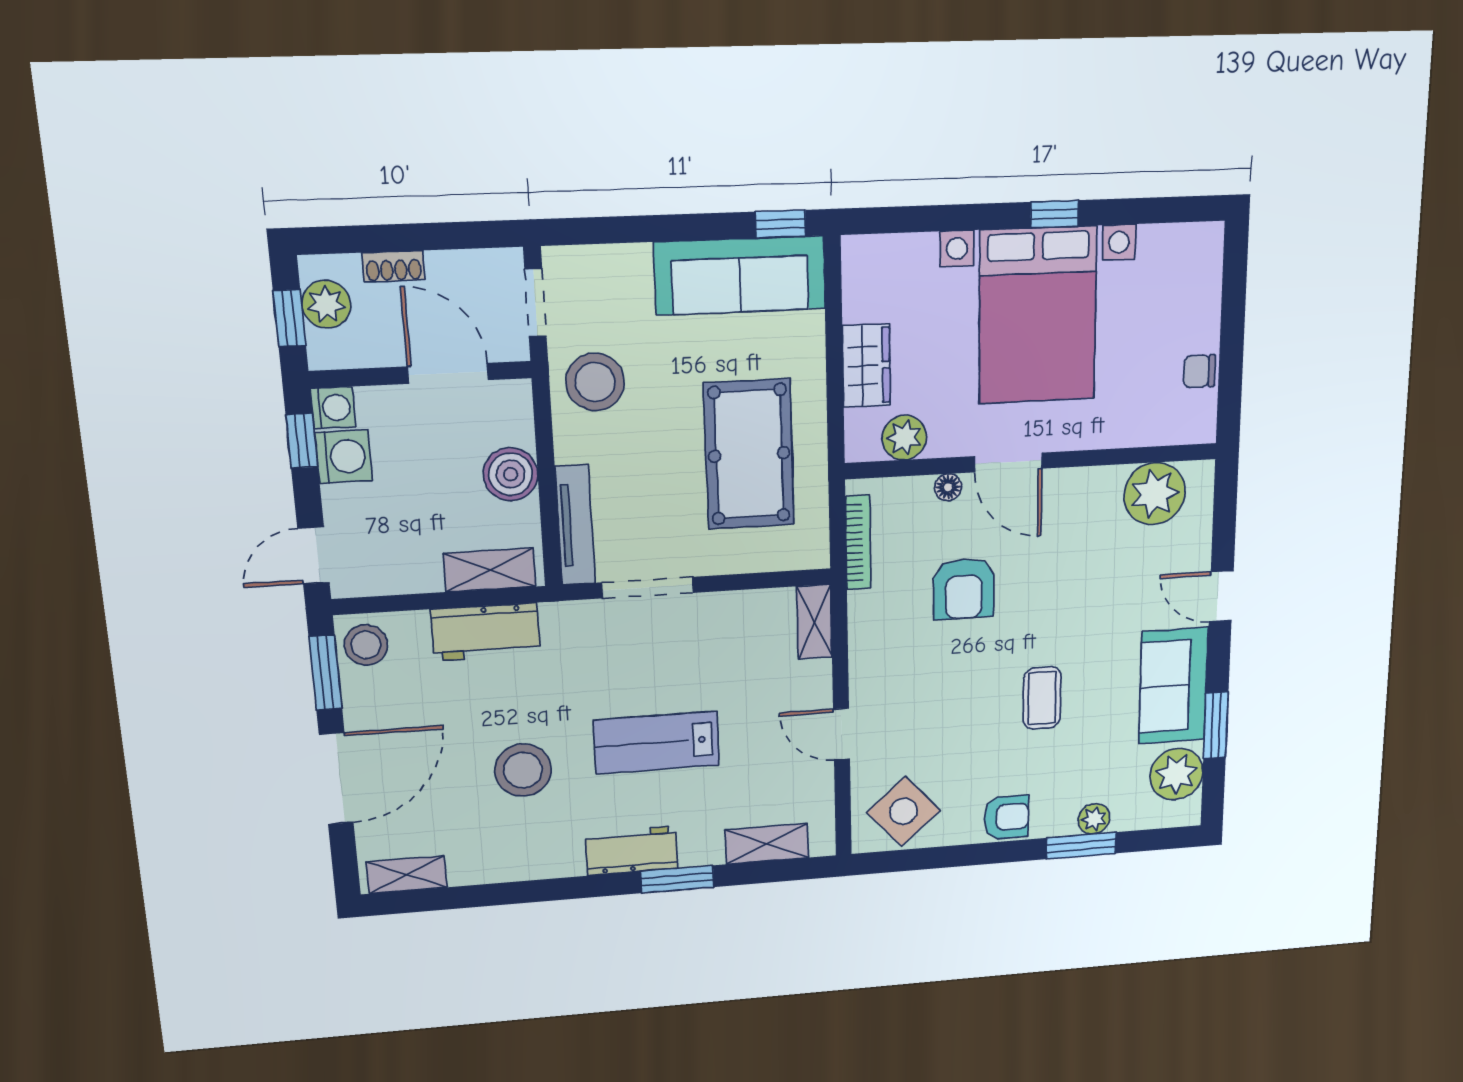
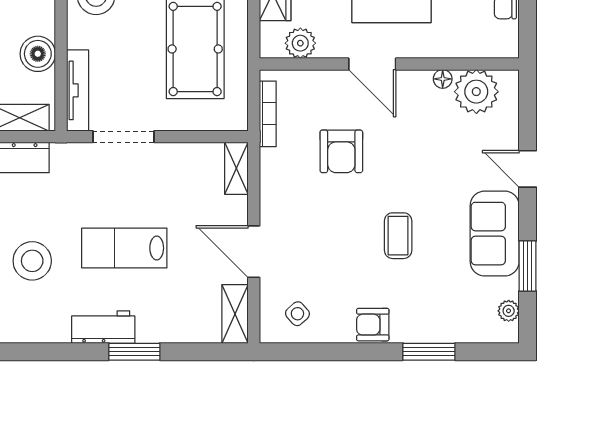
floor lamp: (948, 487) -> (443, 79), moved
door: (841, 734) -> (254, 252), width x1.38
plant: (1176, 774) -> (509, 311), width x0.53, depth x0.53
side table: (903, 811) -> (297, 314), width x0.54, depth x0.54
armchair: (1006, 817) -> (373, 325), turned 180
plant: (1094, 819) -> (438, 331), removed
shelving: (767, 844) -> (235, 314), moved, turned 90

